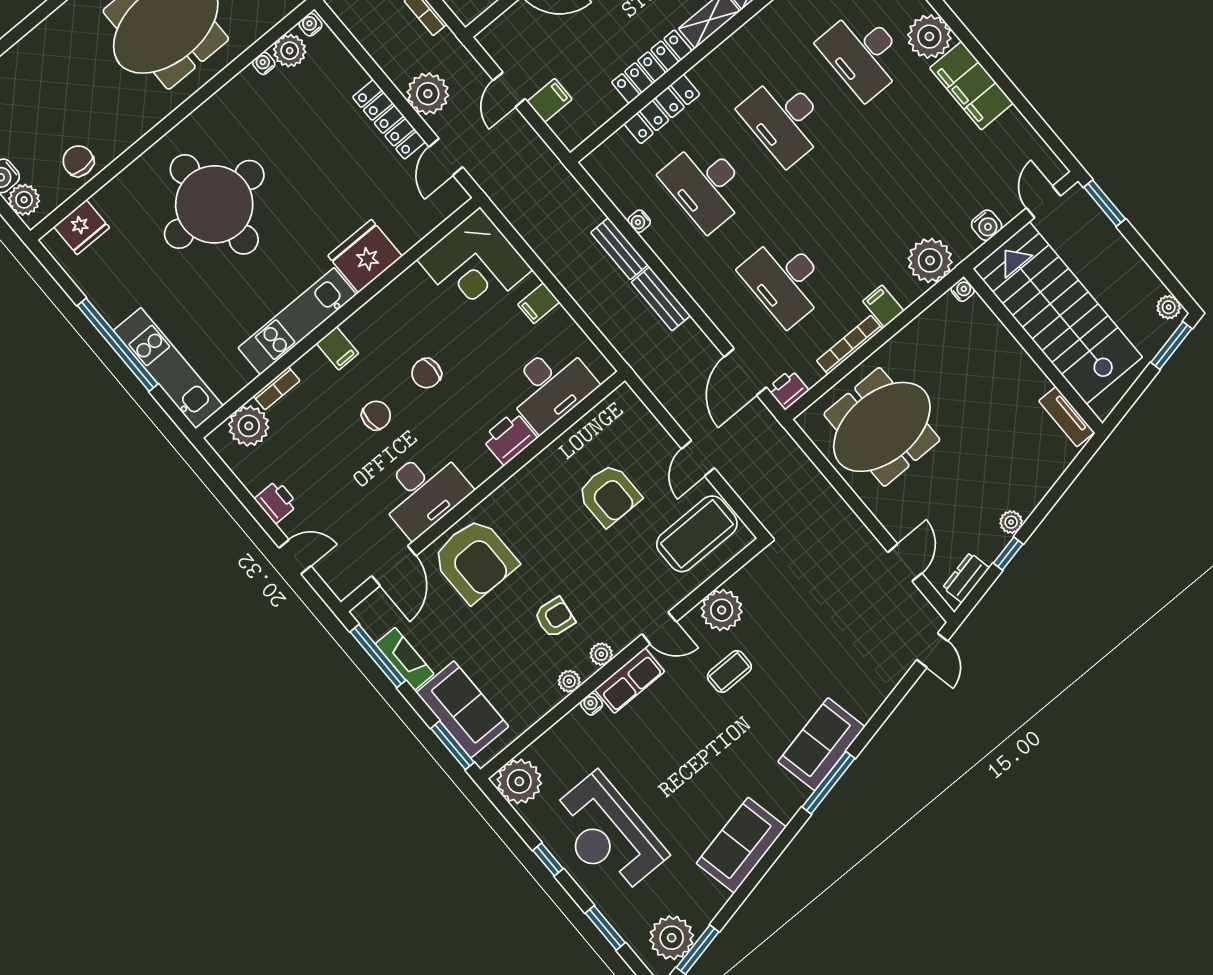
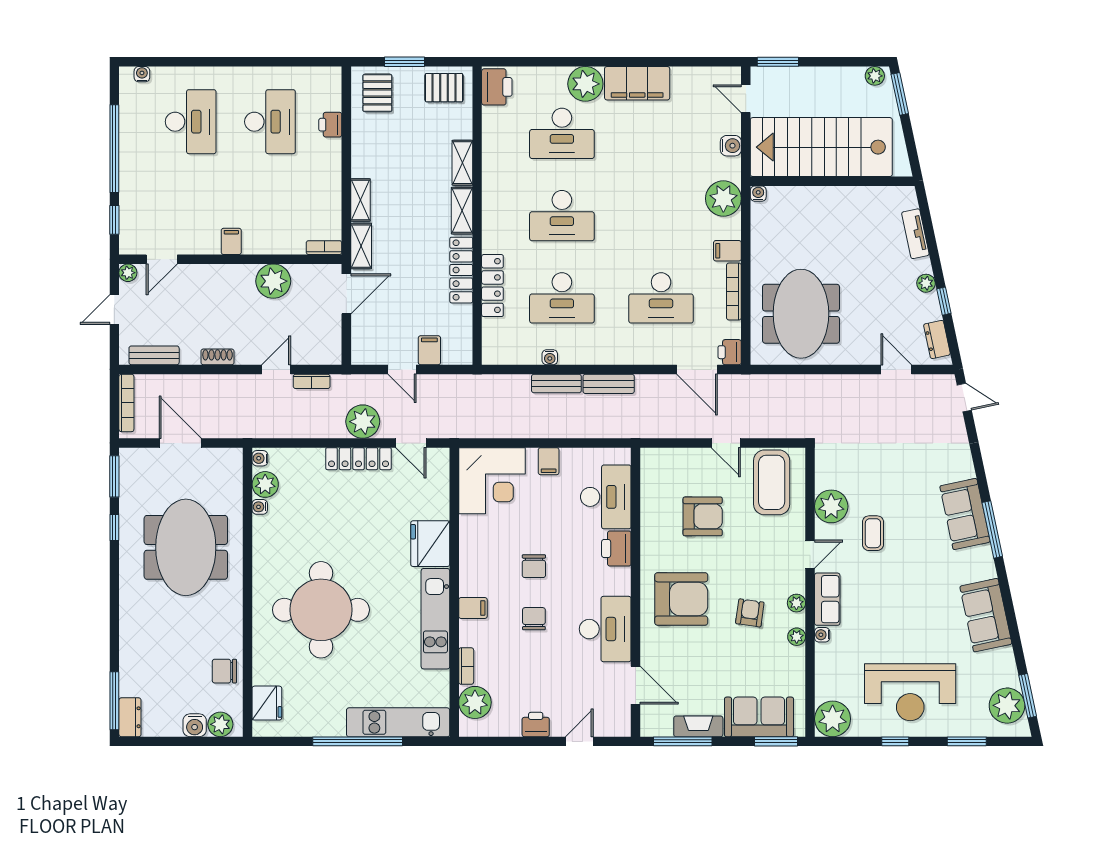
tv unit: (1067, 417) -> (915, 234), moved, turned 78
armchair: (475, 560) -> (681, 599), moved

